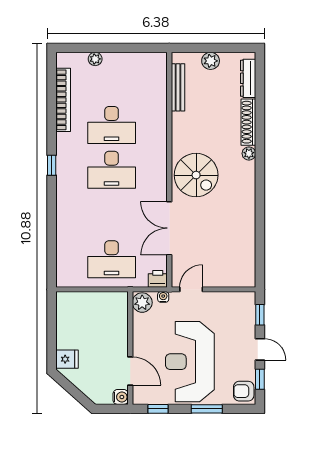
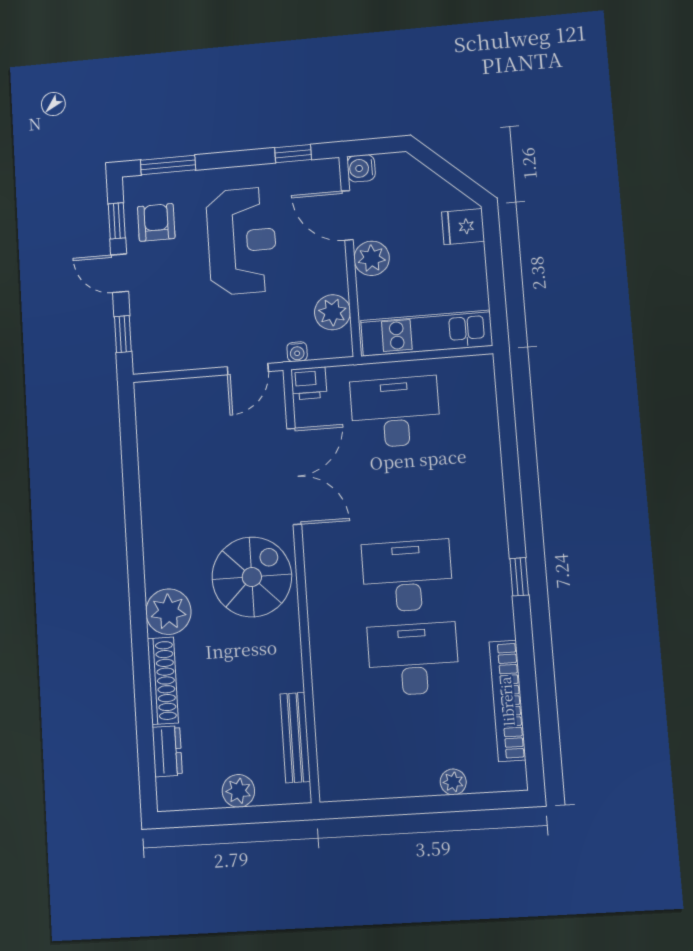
dresser: (248, 78) -> (167, 751), width x0.70
plant: (249, 153) -> (168, 612), width x1.88, depth x1.88
spiral stairs: (196, 175) -> (252, 577), turned 90
kitchen unit: (91, 301) -> (427, 333), added
plant: (142, 303) -> (332, 312), moved
plant: (118, 346) -> (372, 258), added
reception desk: (190, 362) -> (242, 241), width x0.74, depth x0.77
armchair: (244, 391) -> (156, 222), moved, turned -90
window: (207, 409) -> (168, 165), moved

